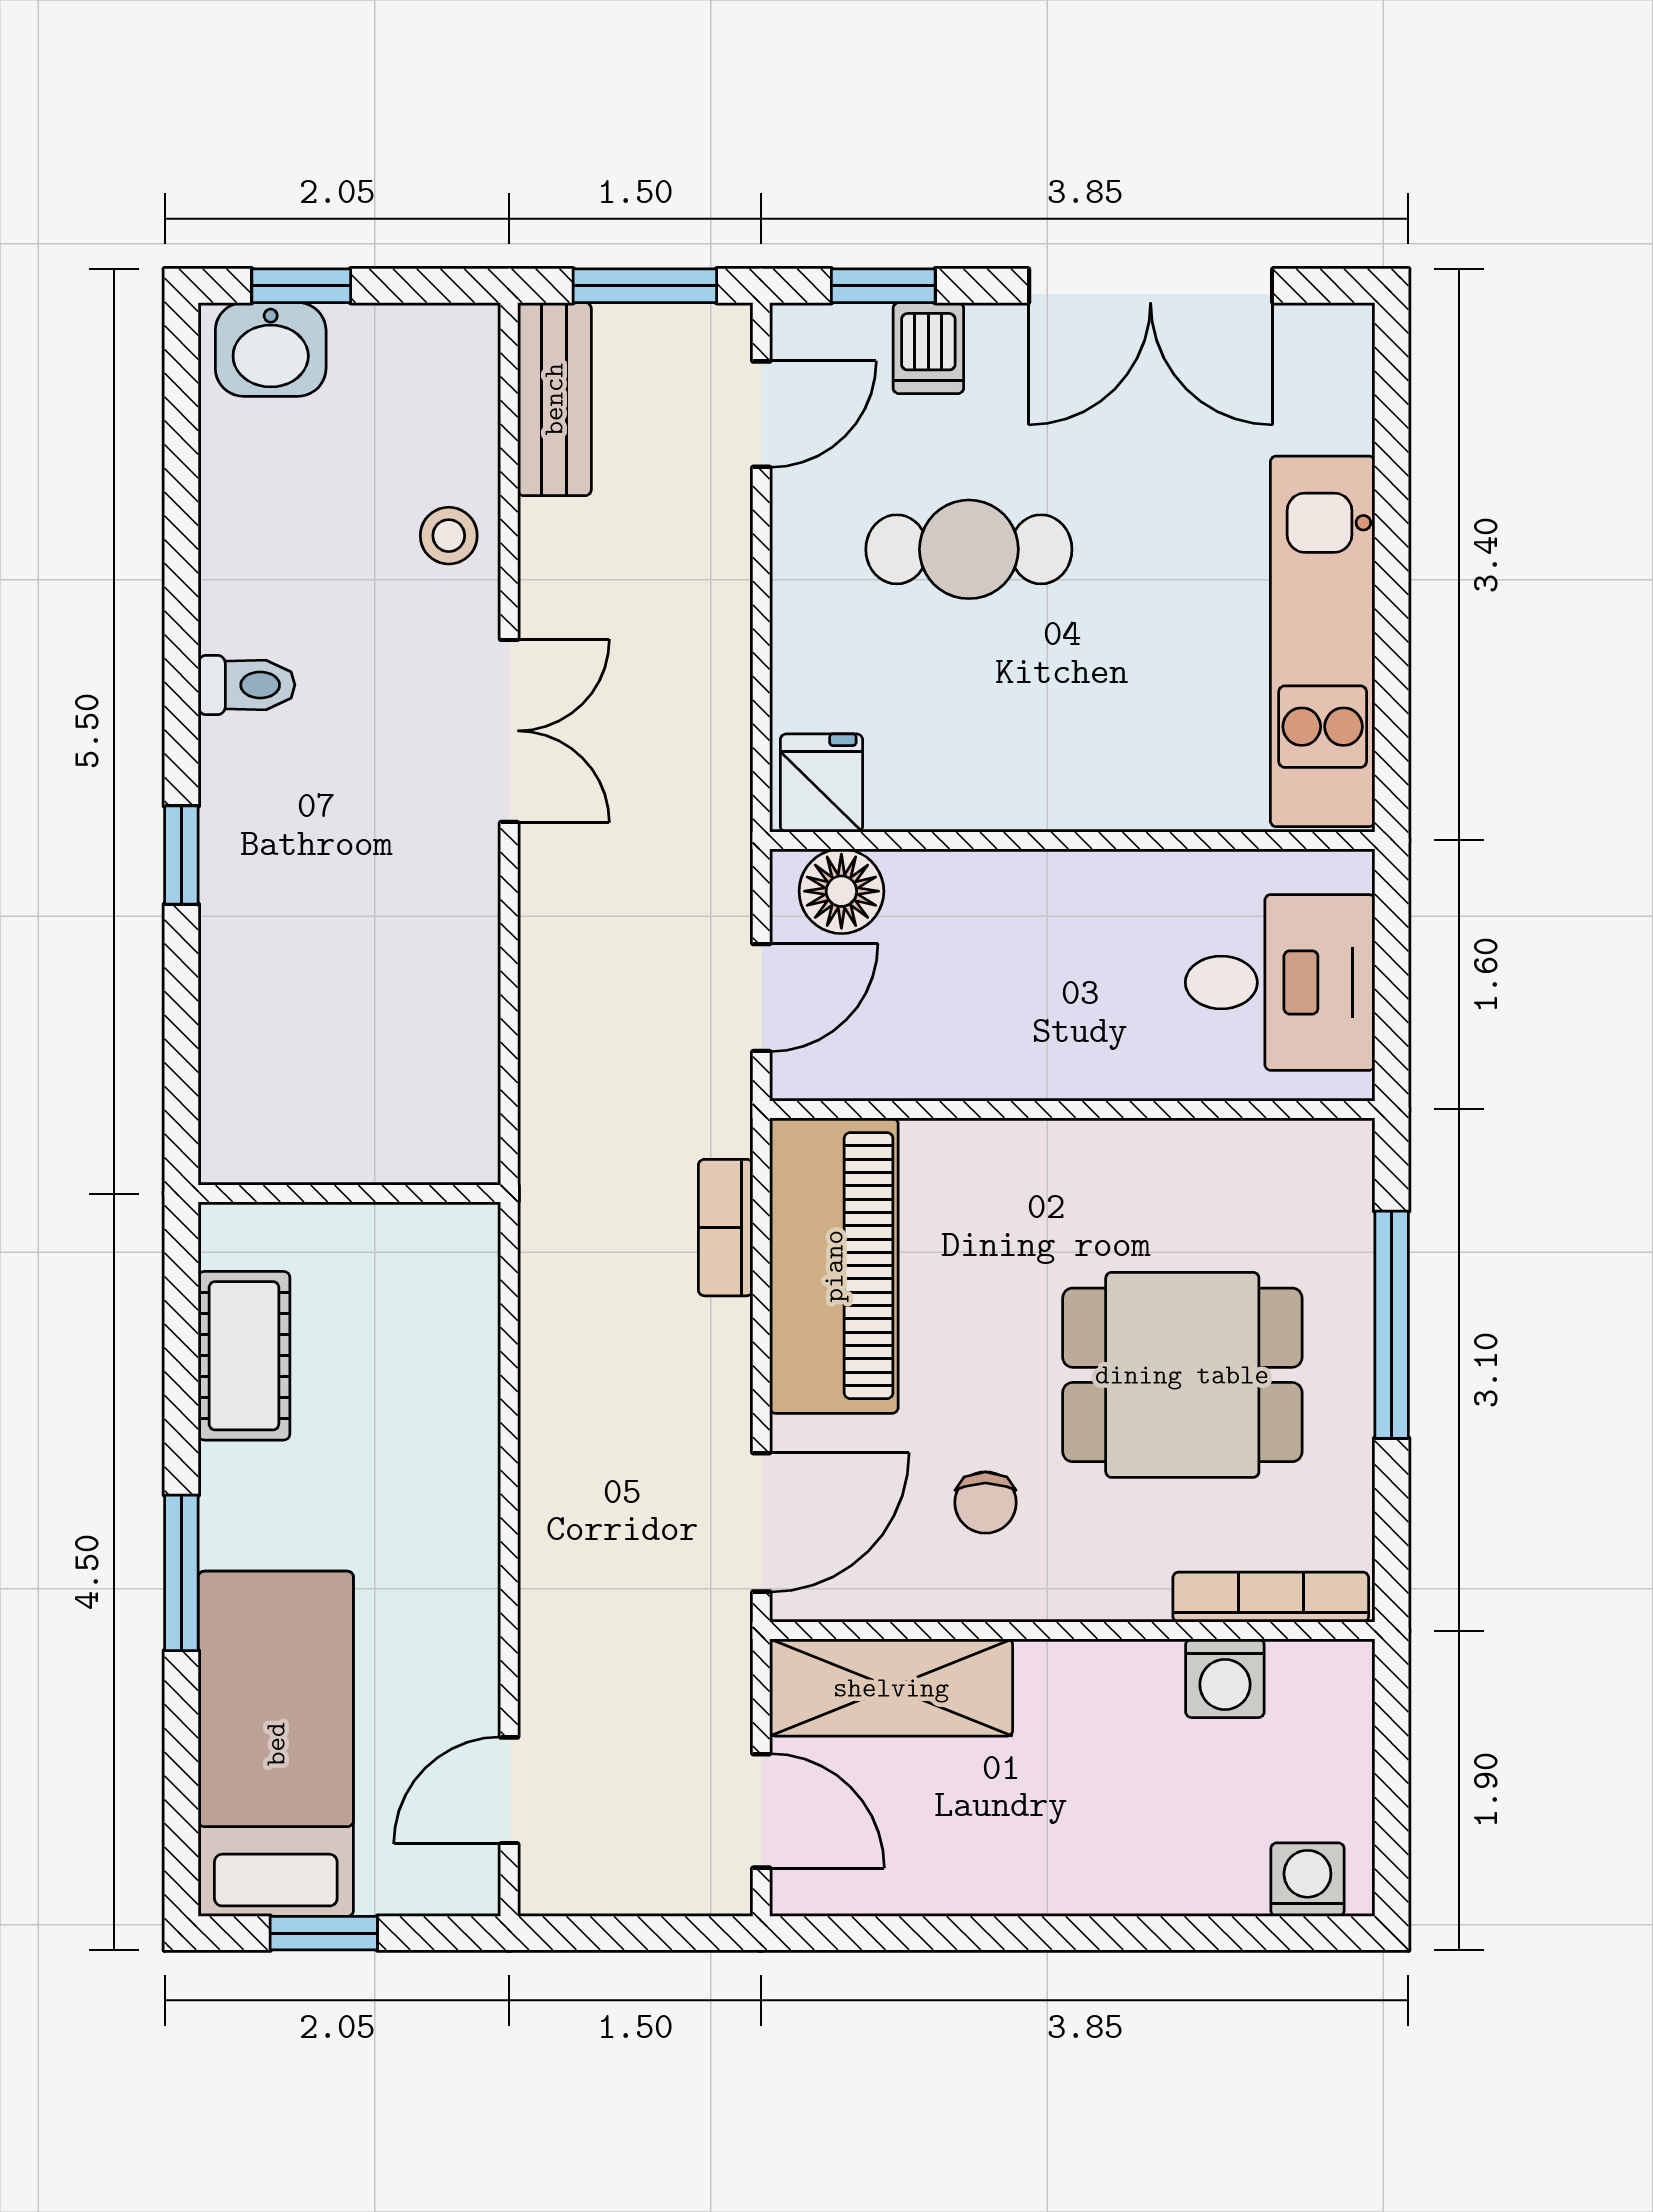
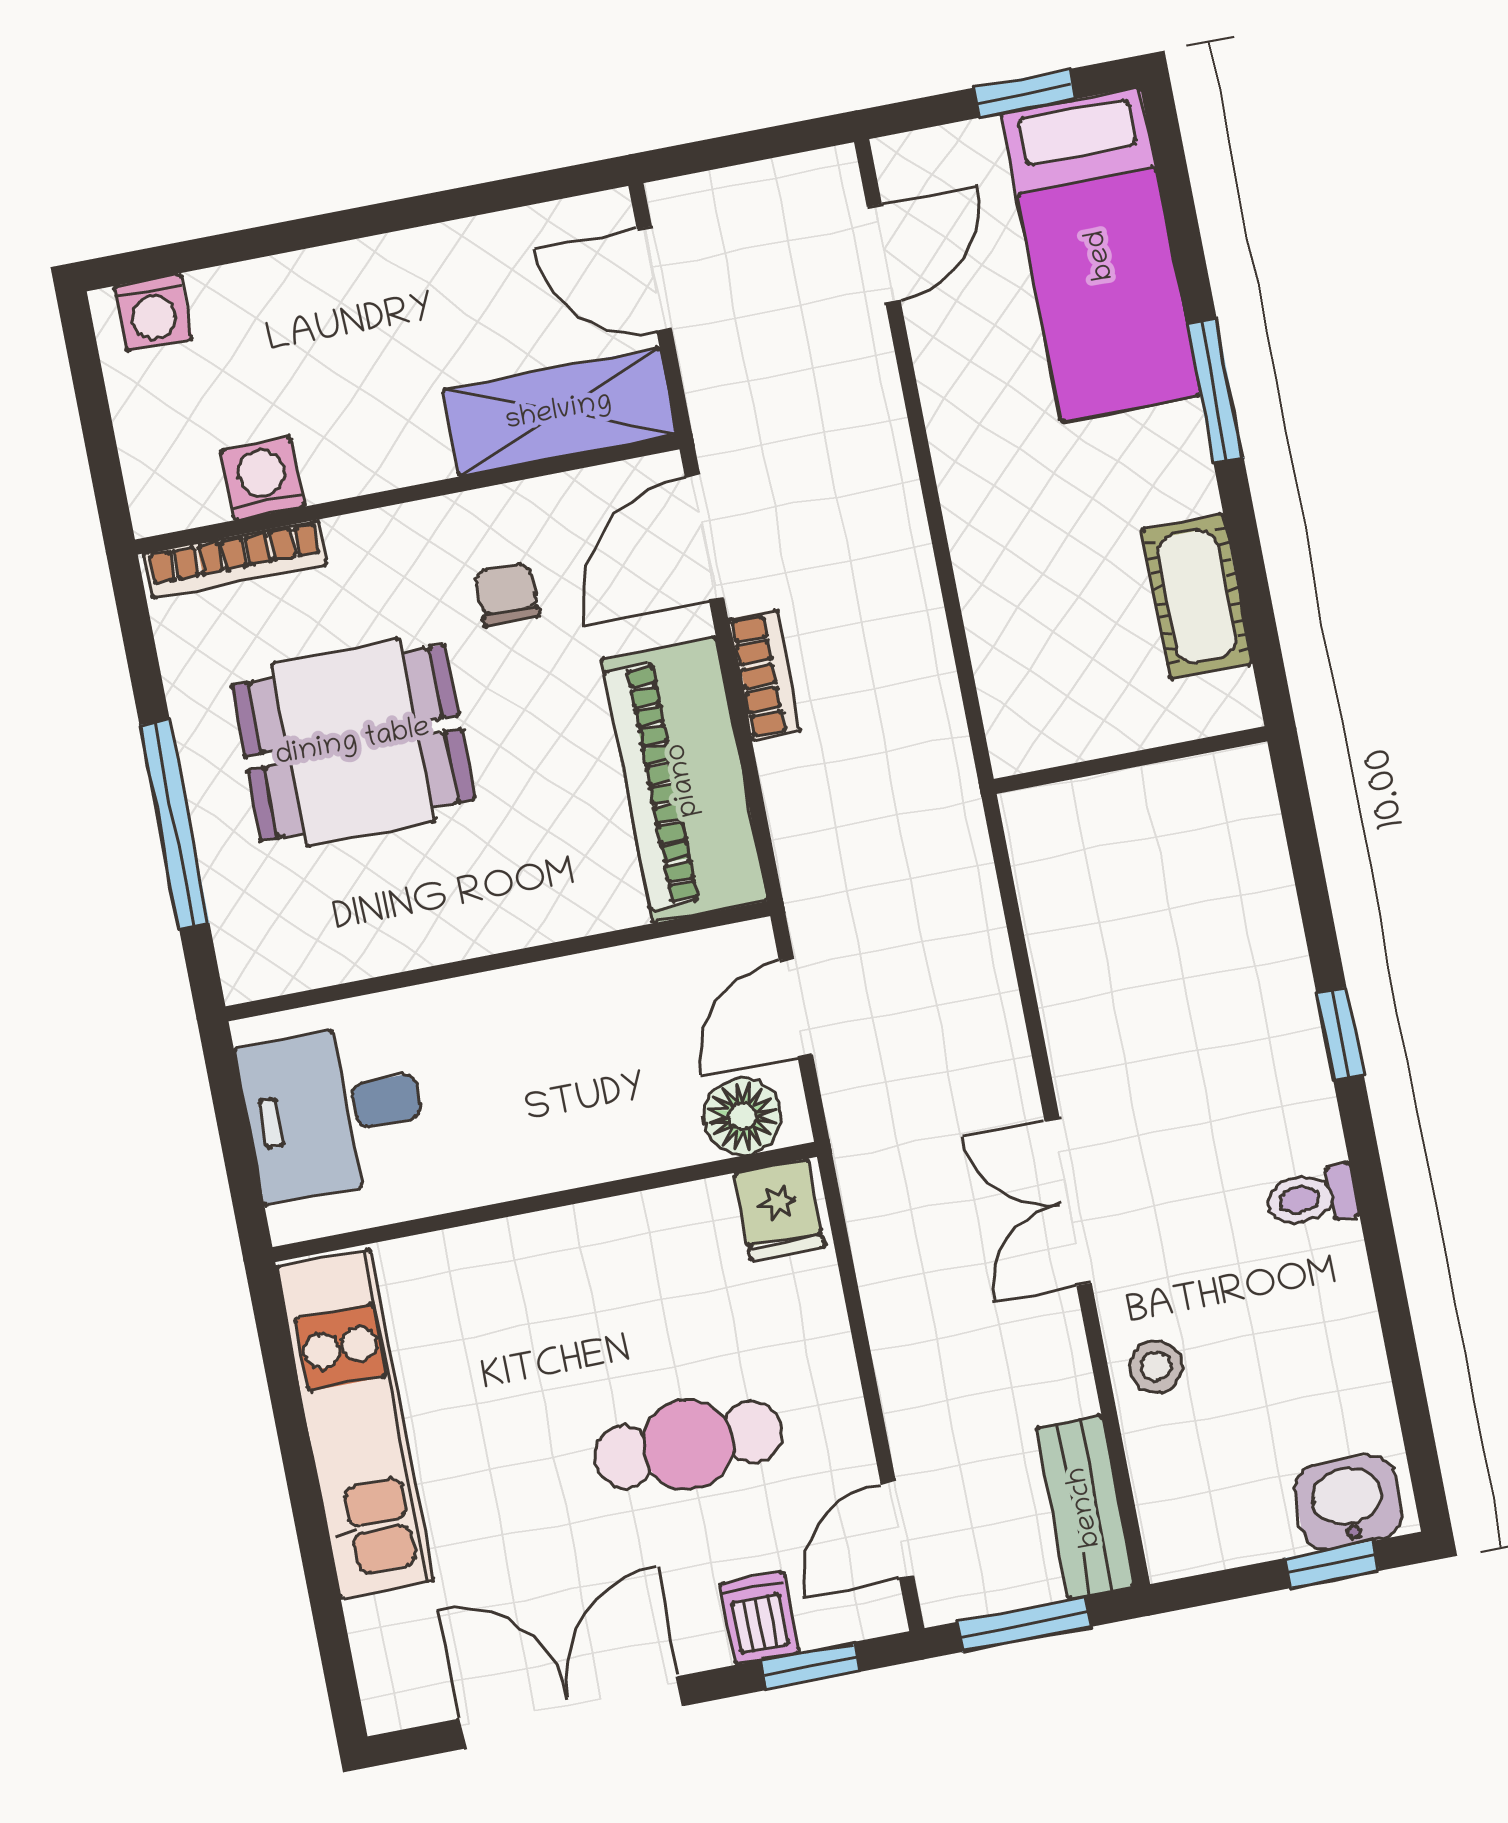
bookcase: (726, 1228) -> (764, 675), moved

